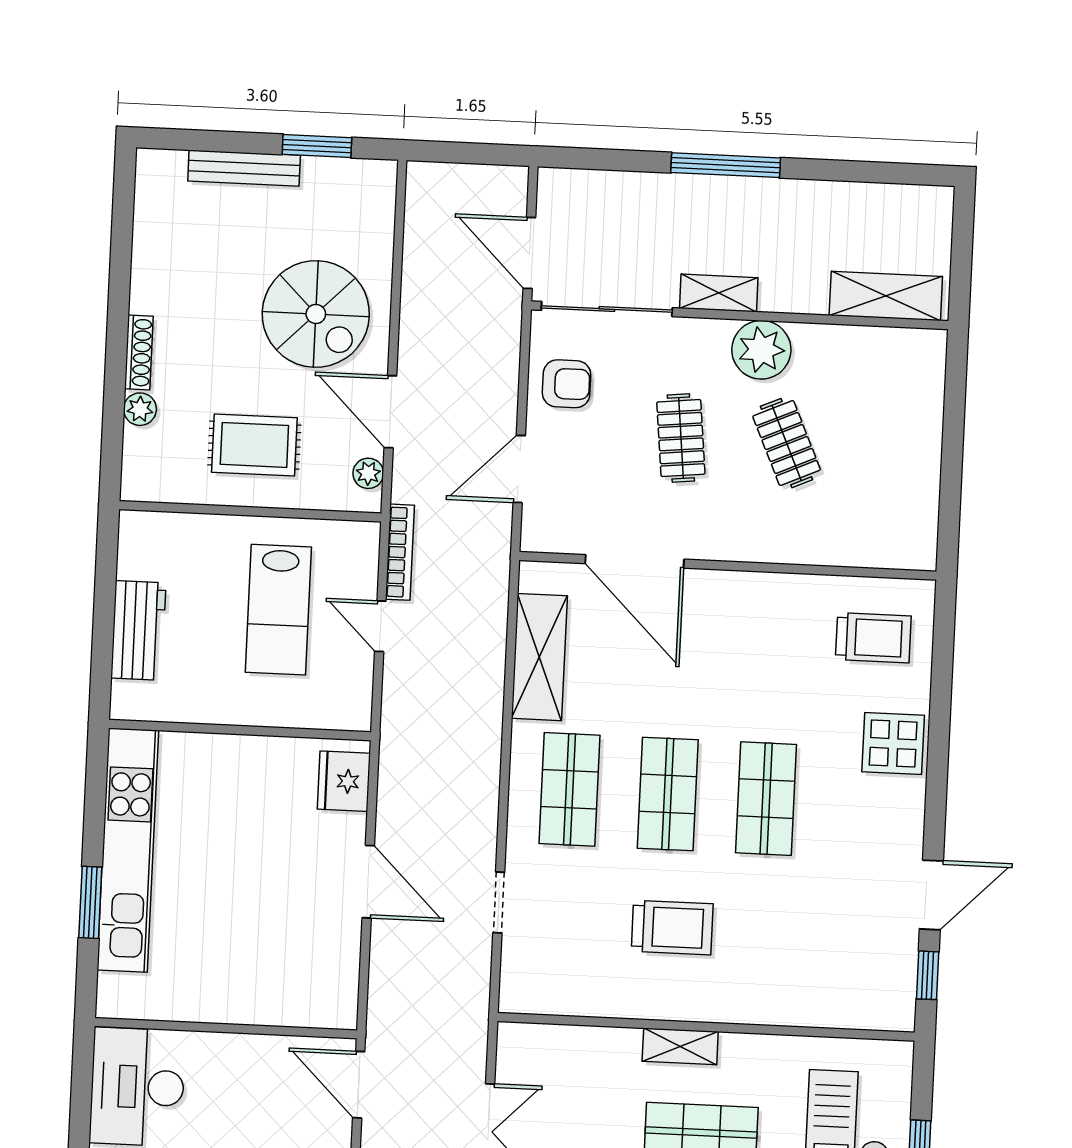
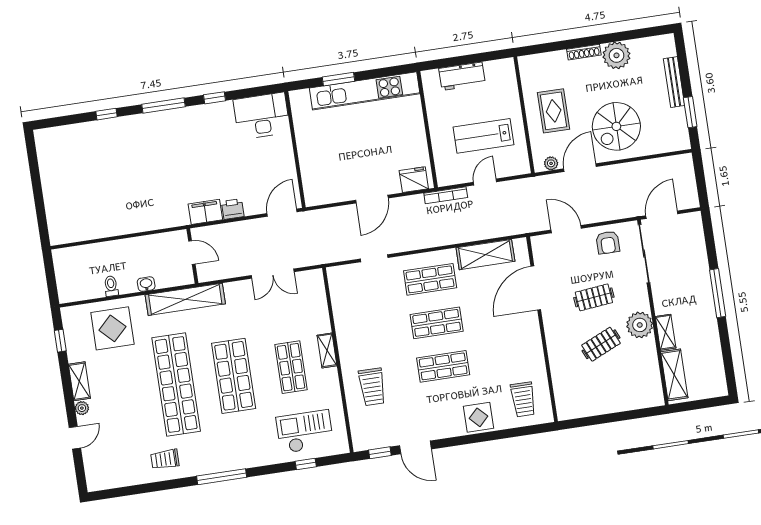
shelving: (719, 293) -> (666, 332), moved
plant: (140, 409) -> (616, 55), moved, width x1.88, depth x1.88
bookcase: (400, 552) -> (446, 195), moved
trolley: (672, 928) -> (372, 387), moved

